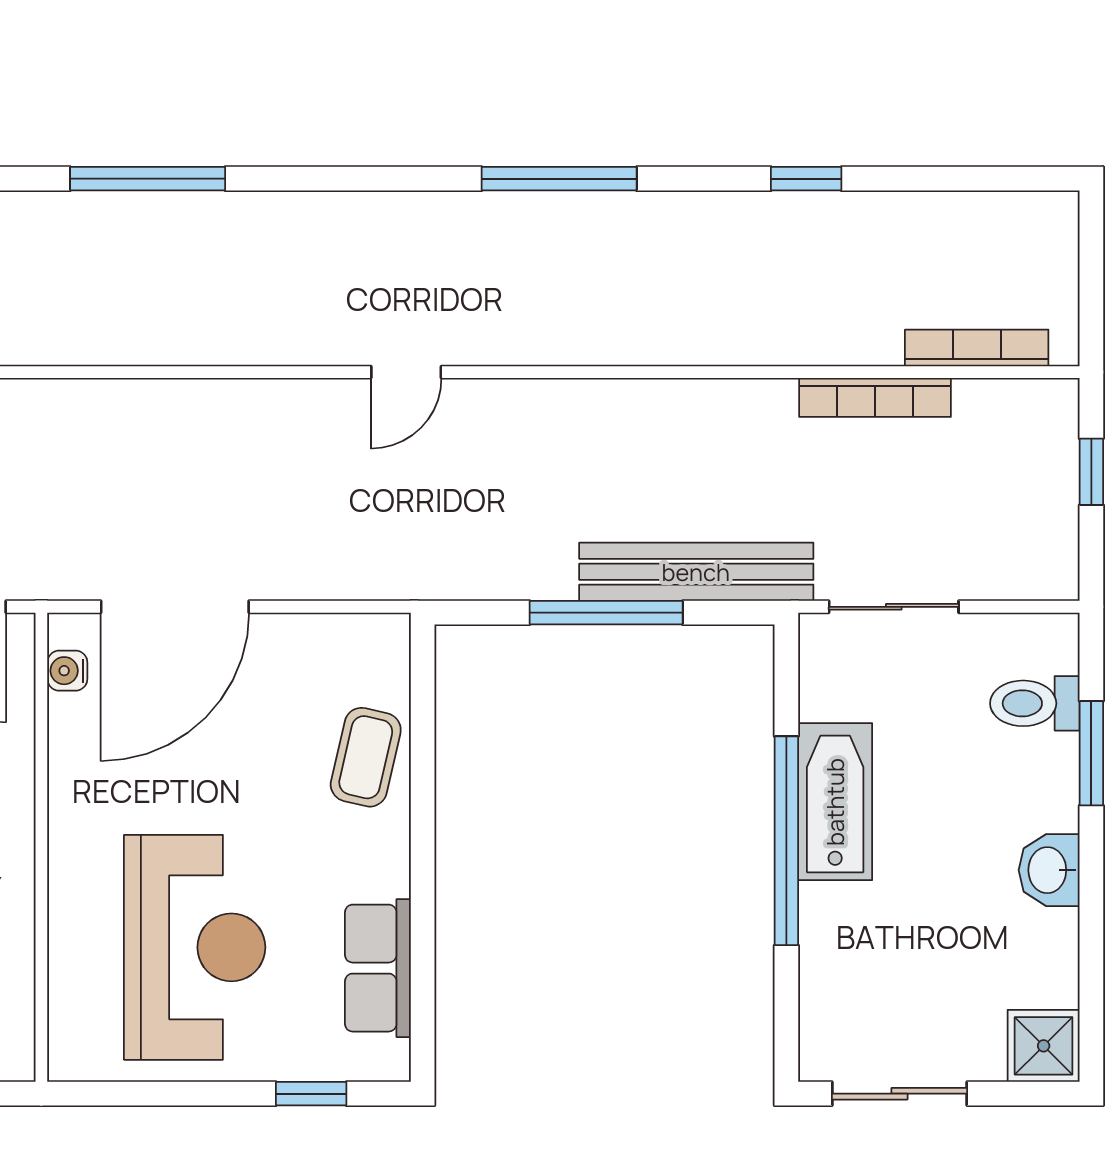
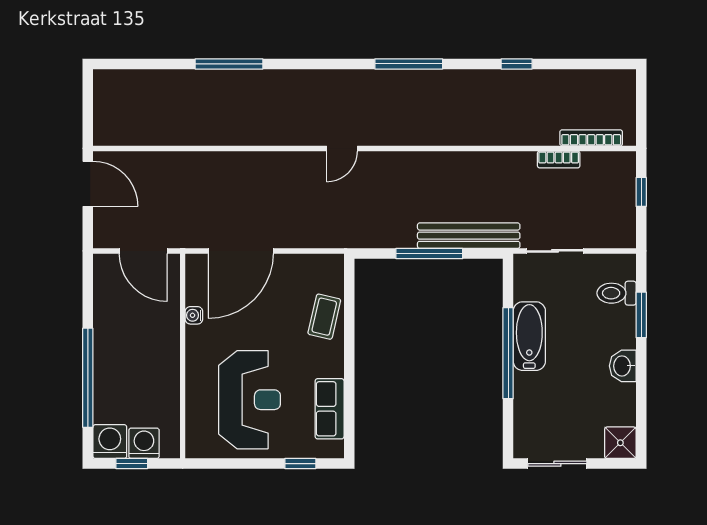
bookcase: (875, 397) -> (559, 160), width x0.64
water cooler: (67, 671) -> (194, 315), moved

